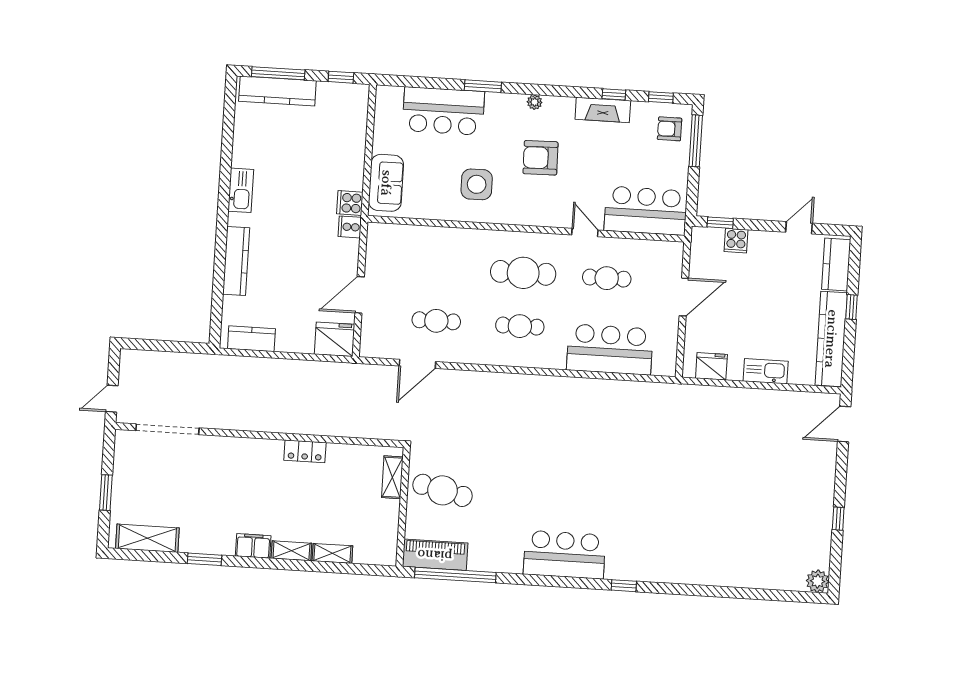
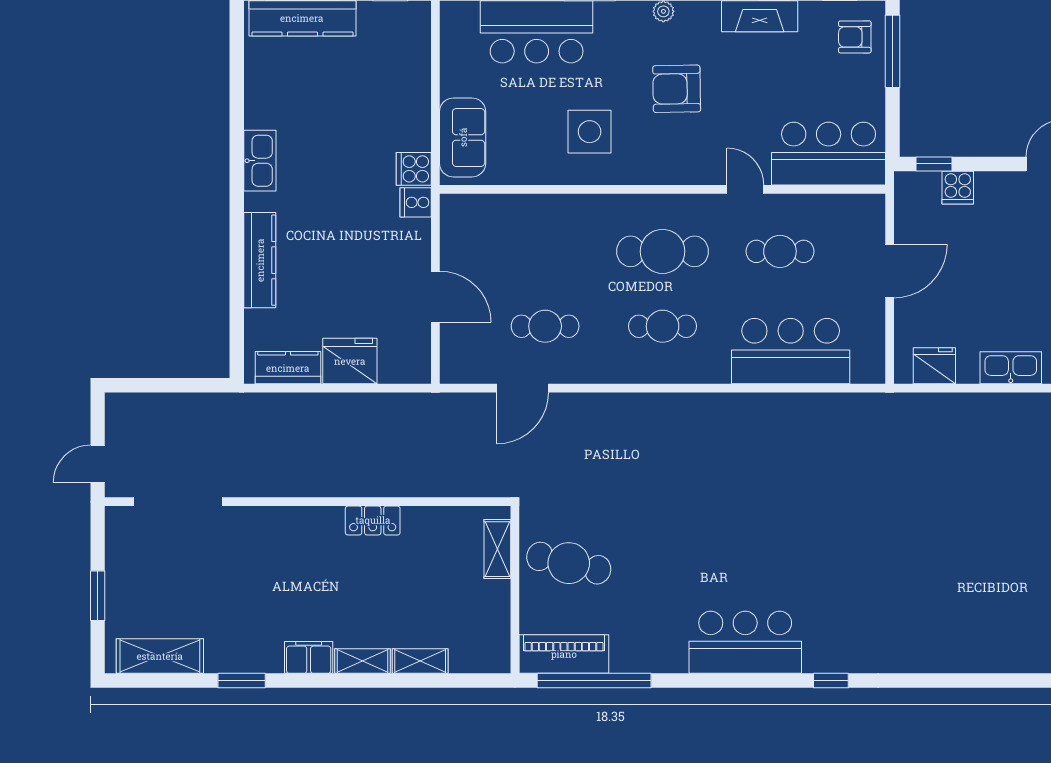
door: (360, 295) -> (435, 297), swing flipped
fridge: (334, 339) -> (350, 361), moved

